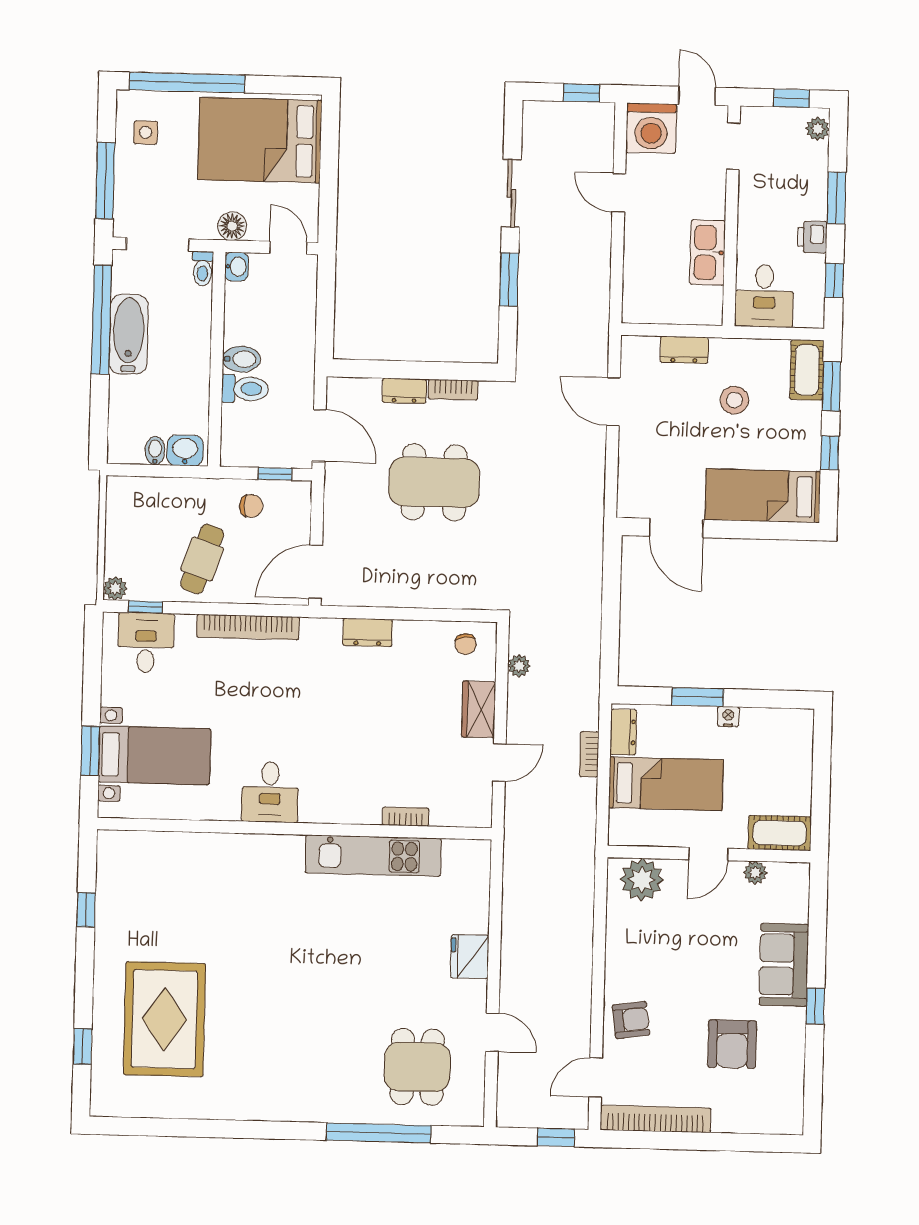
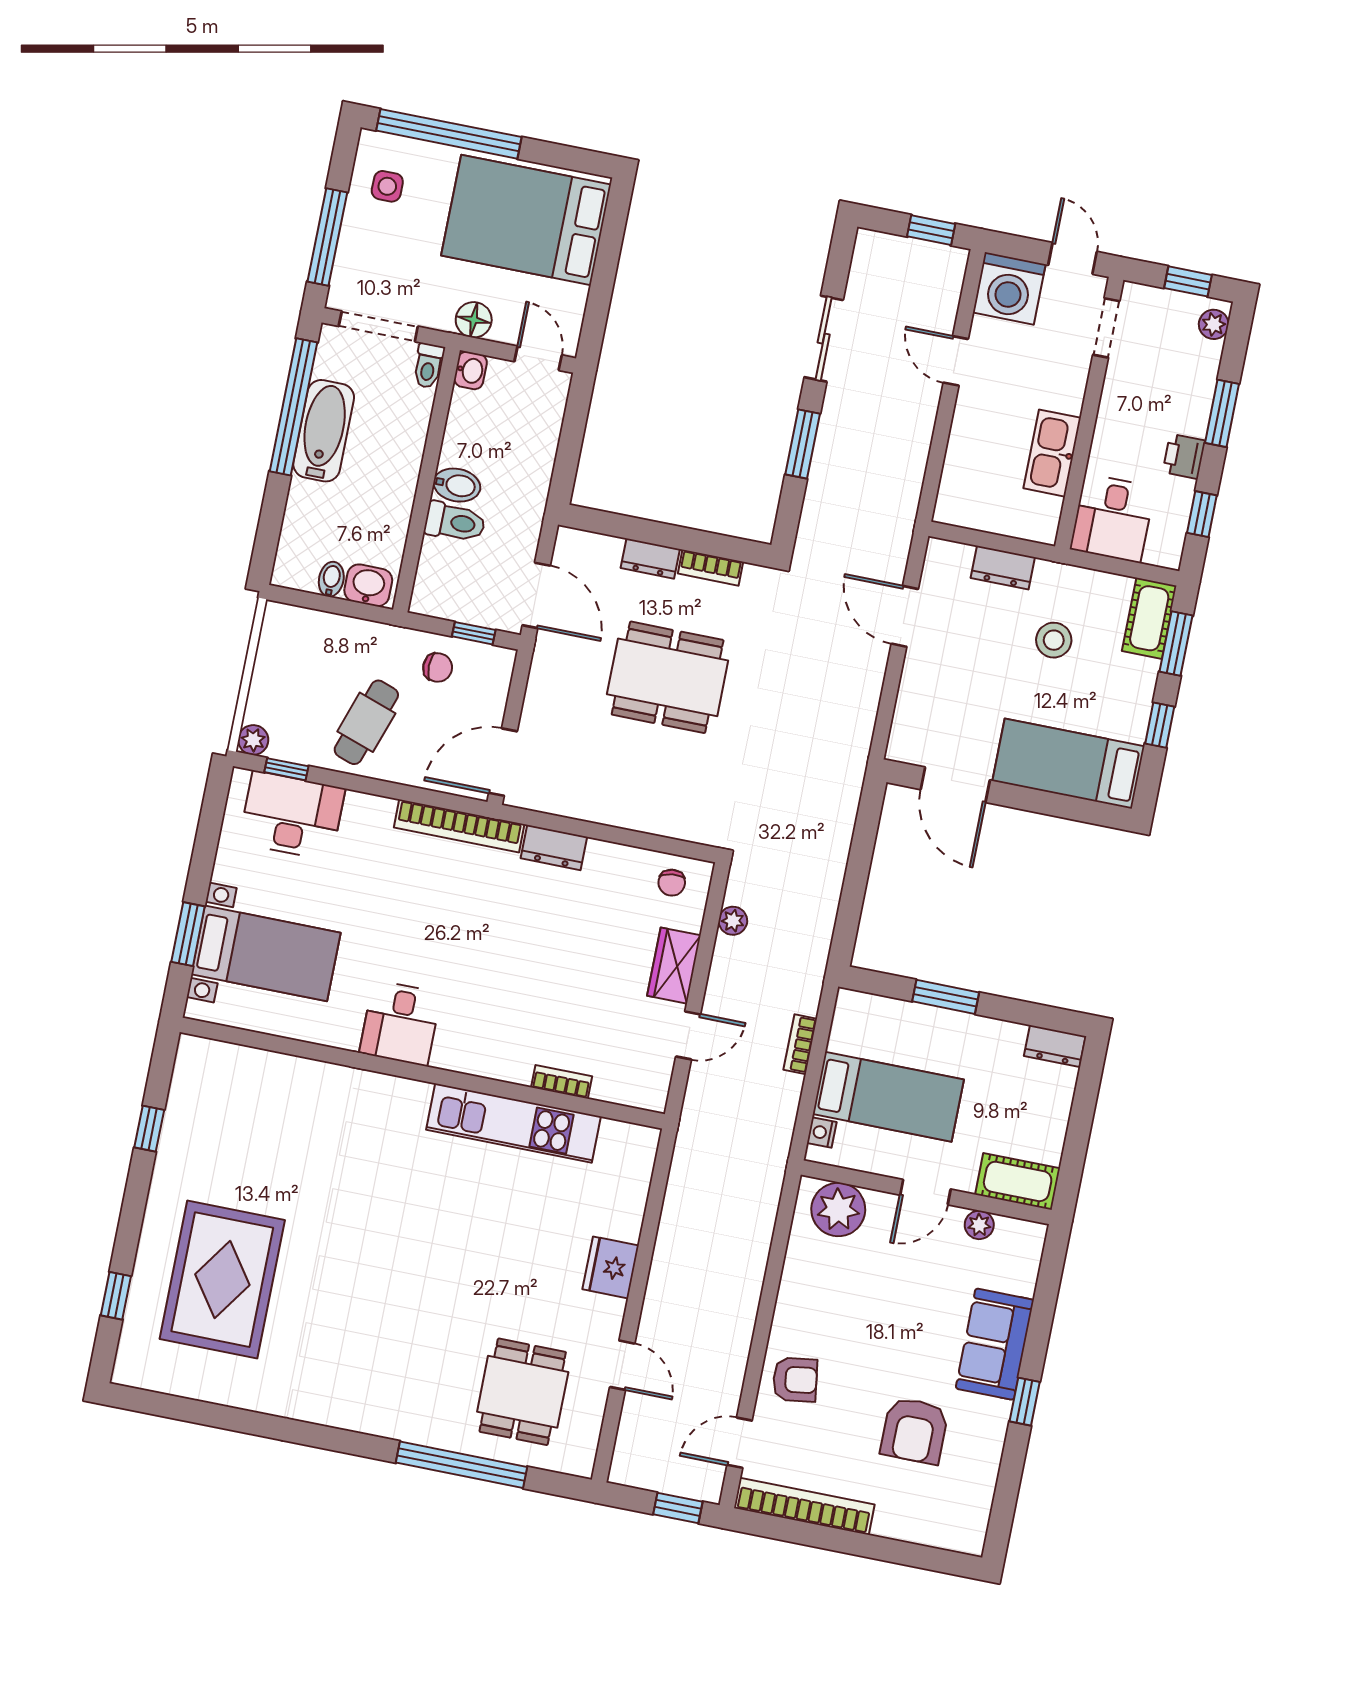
bookcase: (248, 627) -> (459, 826), moved
desk: (146, 643) -> (292, 816), width x1.37
nightstand: (728, 717) -> (822, 1132), moved, turned -90
dresser: (623, 732) -> (1055, 1046), moved, turned 90

